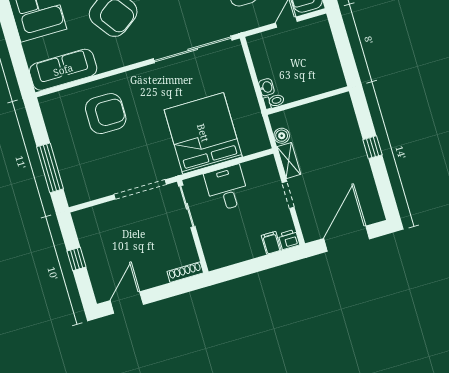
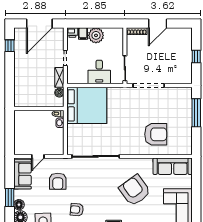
armchair: (106, 114) -> (156, 134), turned 180
bed: (203, 133) -> (87, 105), moved, turned -90
window: (372, 147) -> (10, 46), moved
plant: (249, 246) -> (96, 35), added
door: (127, 302) -> (158, 23), moved

